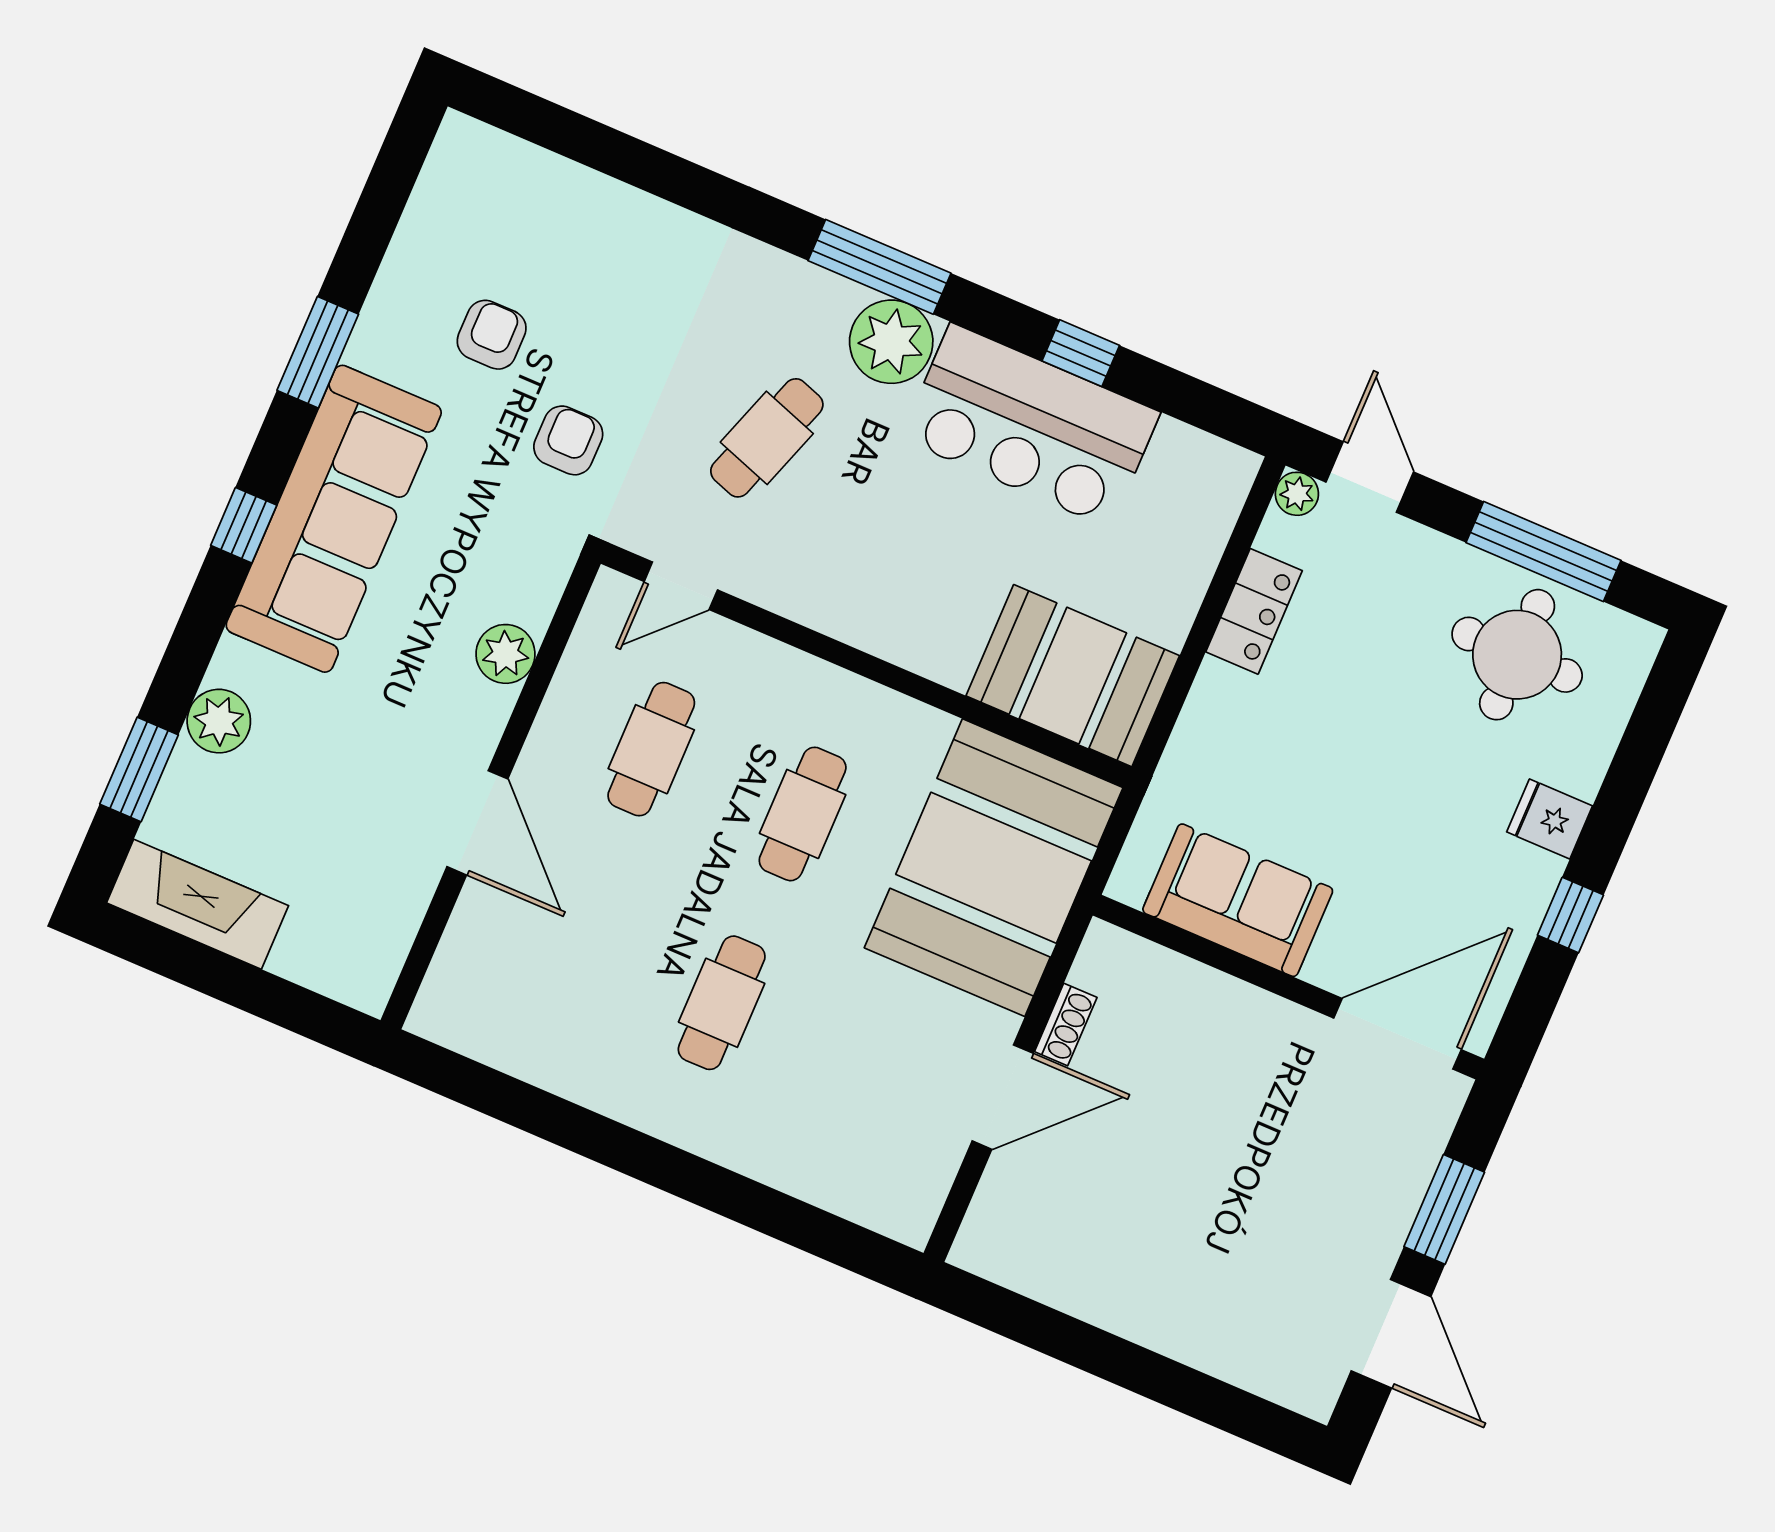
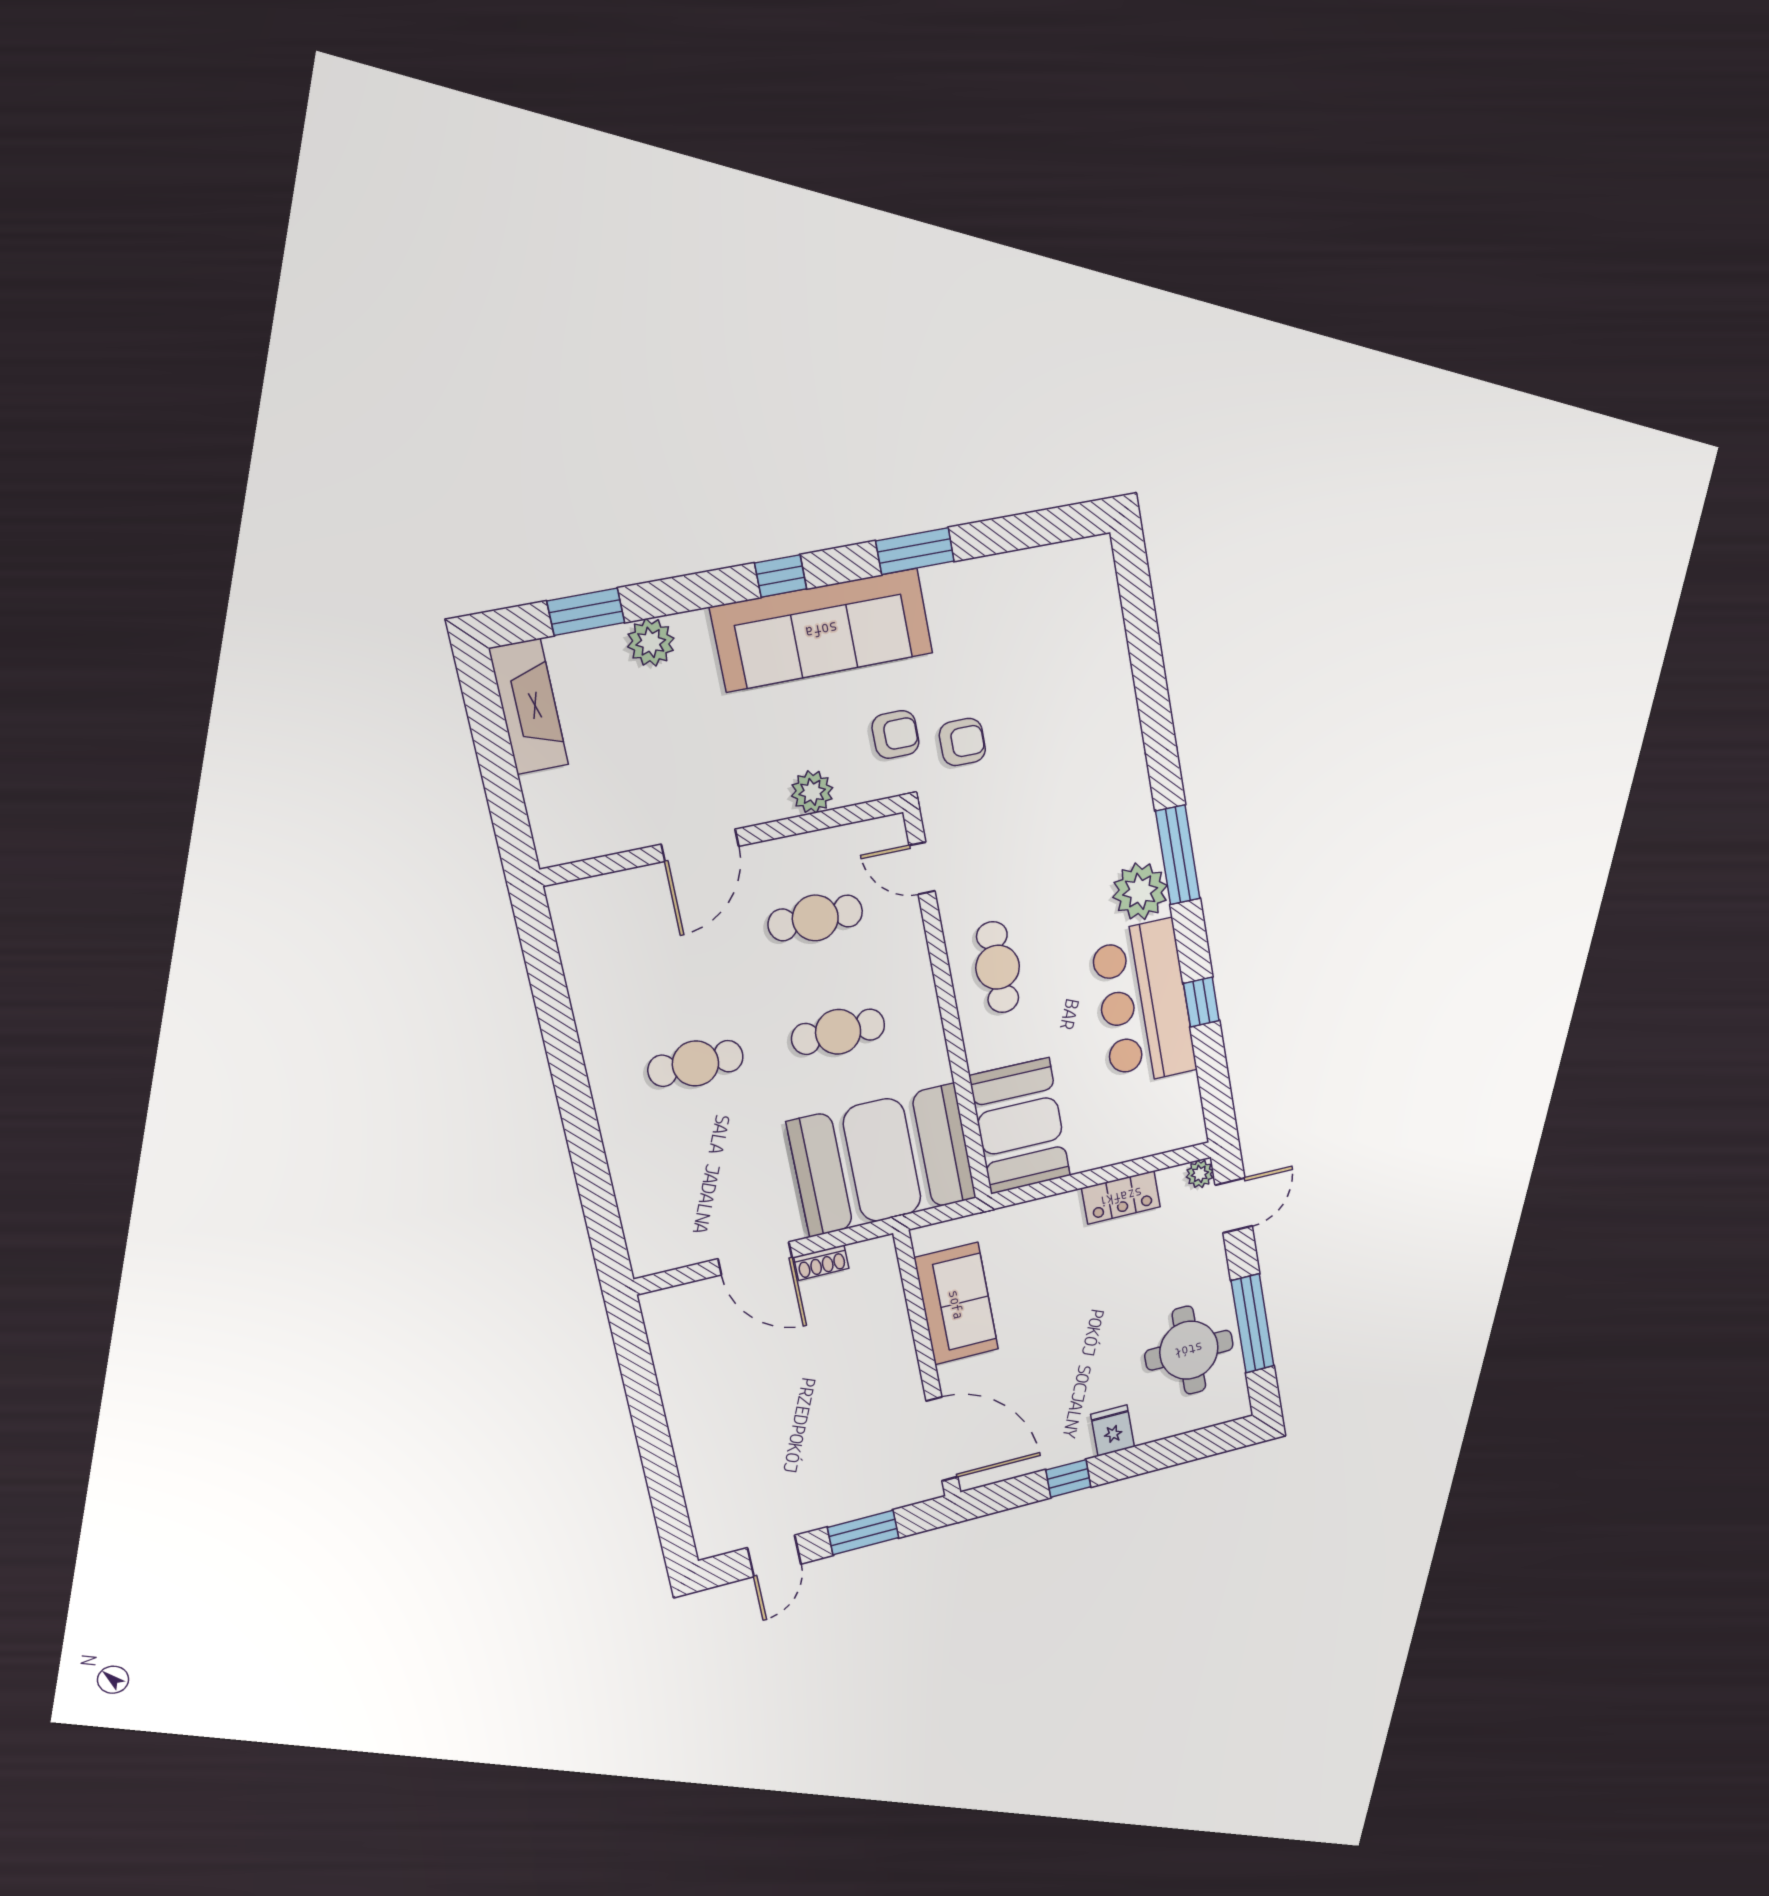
armchair: (492, 335) -> (895, 734), moved
cafe table: (767, 438) -> (998, 967), moved, turned 71
door: (1391, 1334) -> (774, 1556), width x0.73

